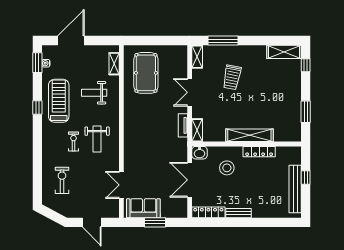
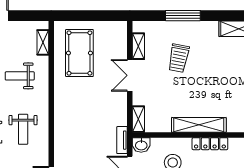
window: (223, 41) -> (183, 16), moved
shelving: (197, 57) -> (138, 46), moved
tv unit: (183, 125) -> (122, 140), moved

